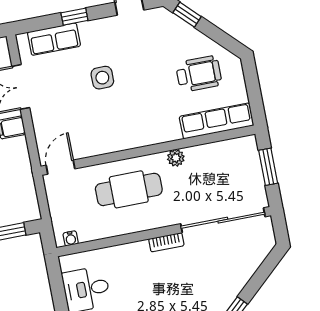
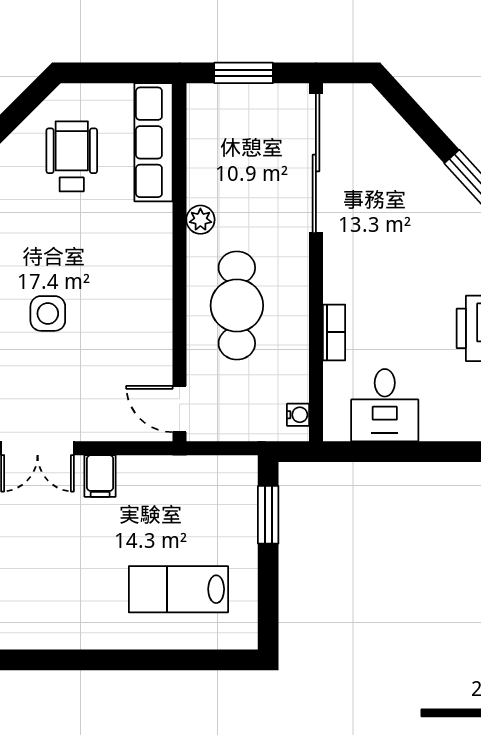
bookcase: (166, 242) -> (334, 332), moved

